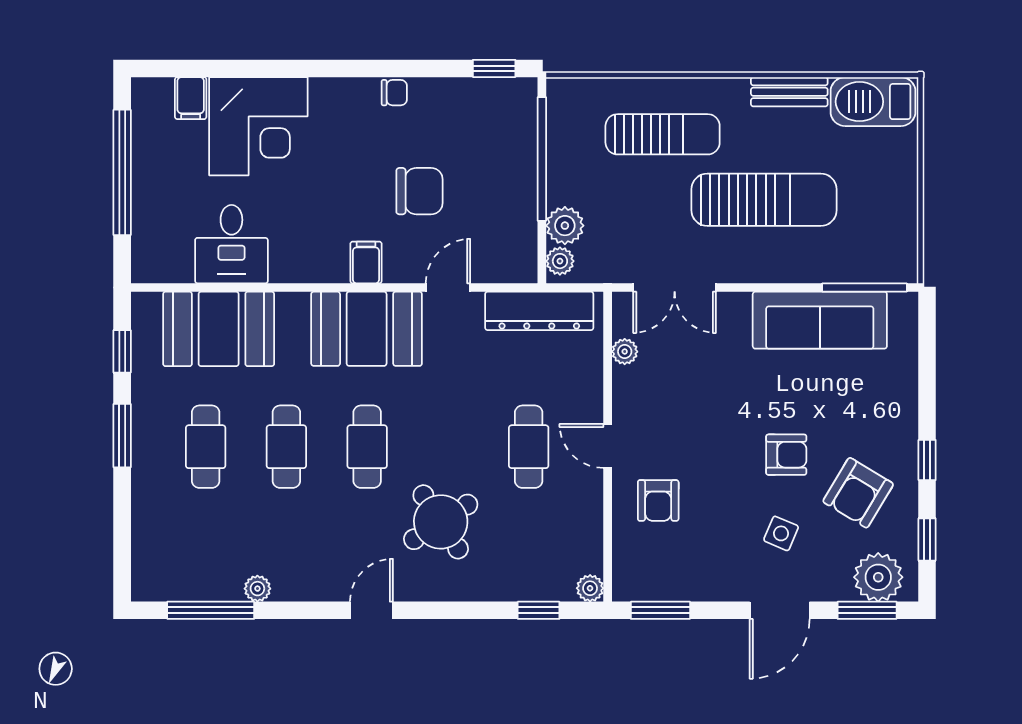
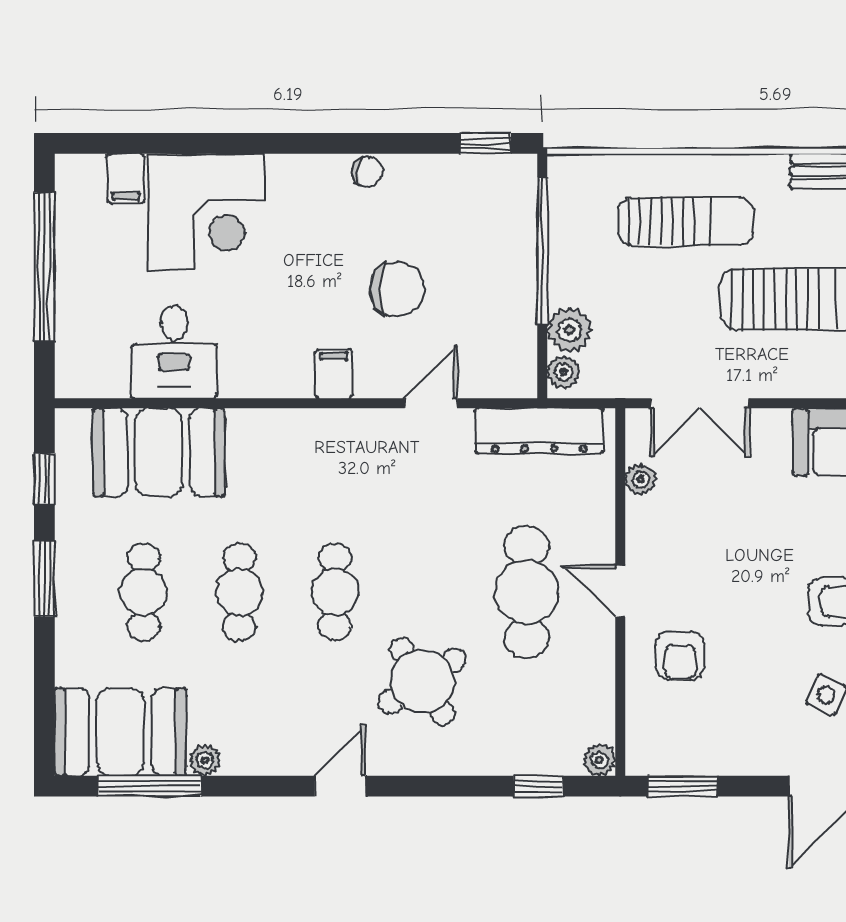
booth: (367, 329) -> (120, 732), moved
cafe table: (529, 447) -> (527, 592), width x1.37, depth x1.35

